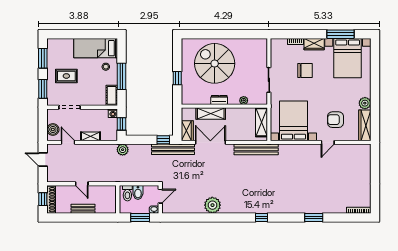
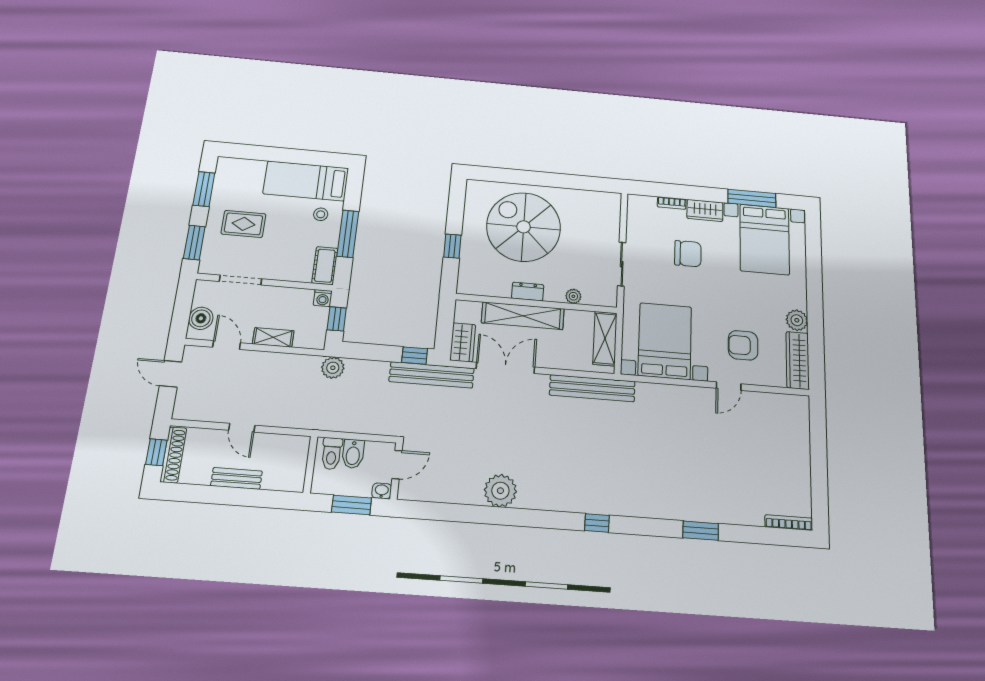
shelving: (211, 114) -> (523, 316), width x1.47

